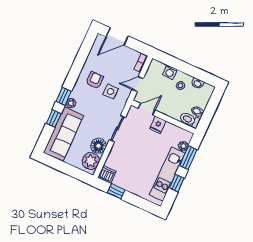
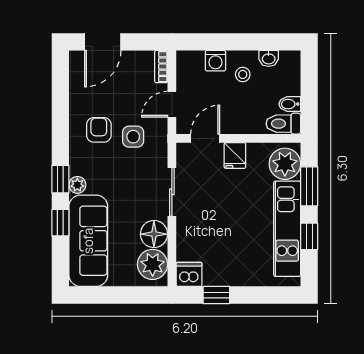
plant: (183, 146) -> (285, 164), width x1.87, depth x1.87

